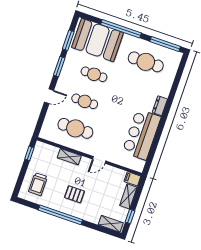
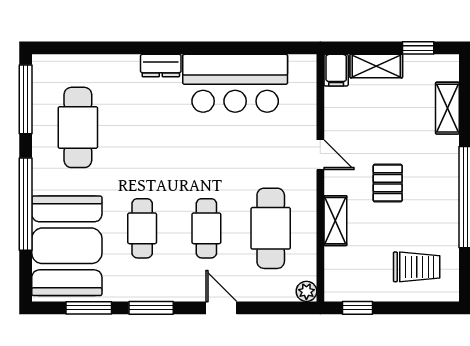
plant: (44, 134) -> (306, 291), added
pallet: (75, 194) -> (388, 183), moved
shelving: (111, 224) -> (447, 108), moved

